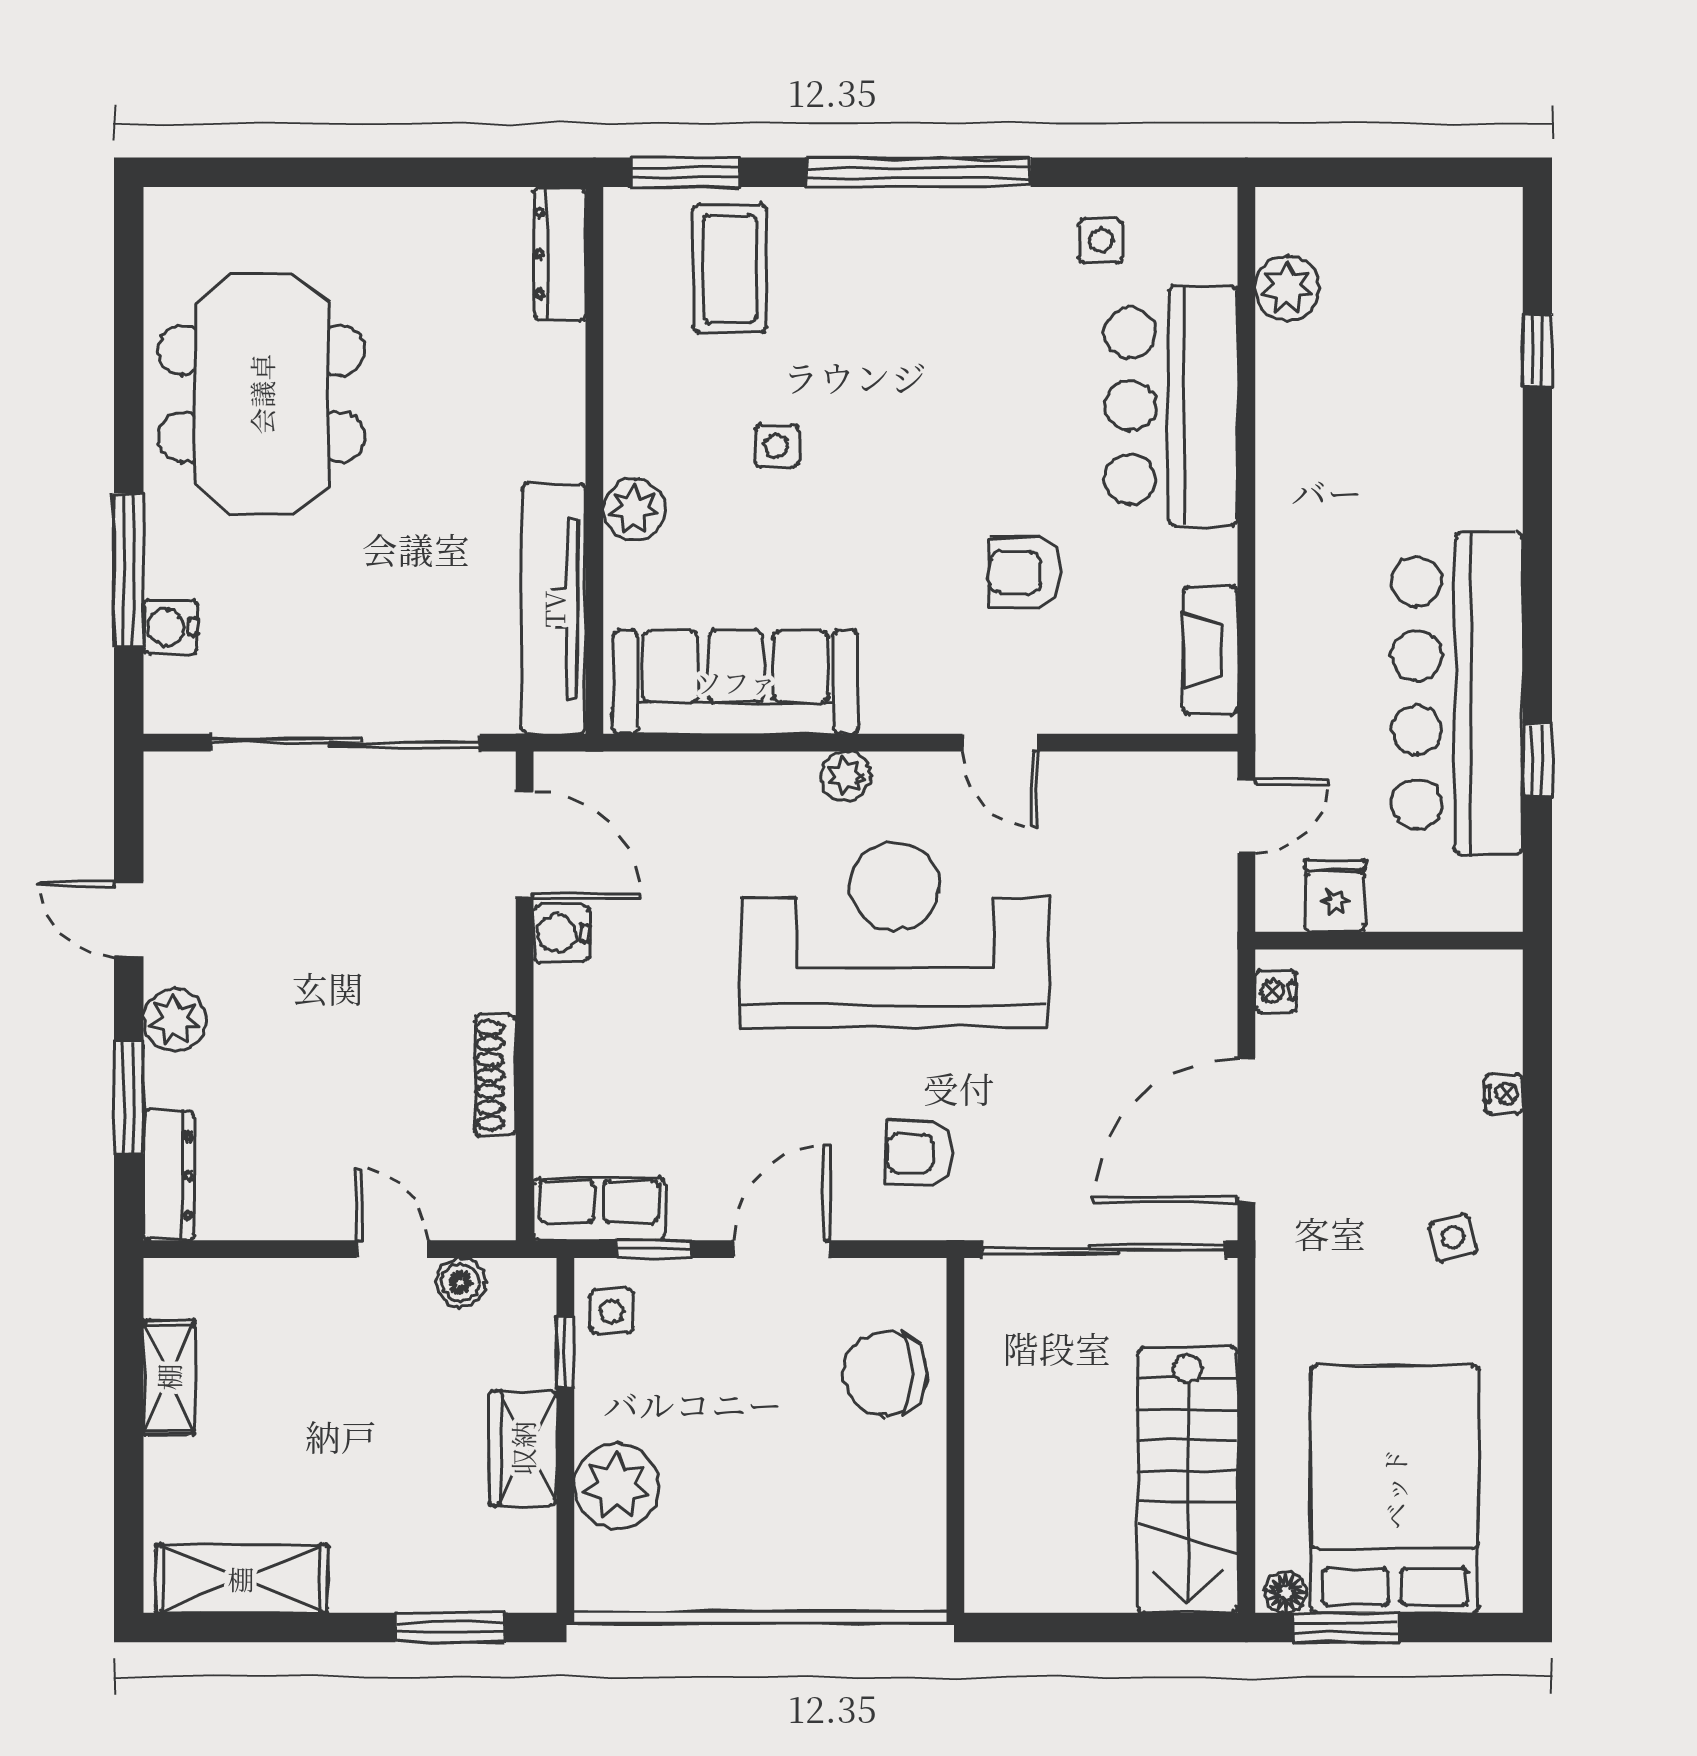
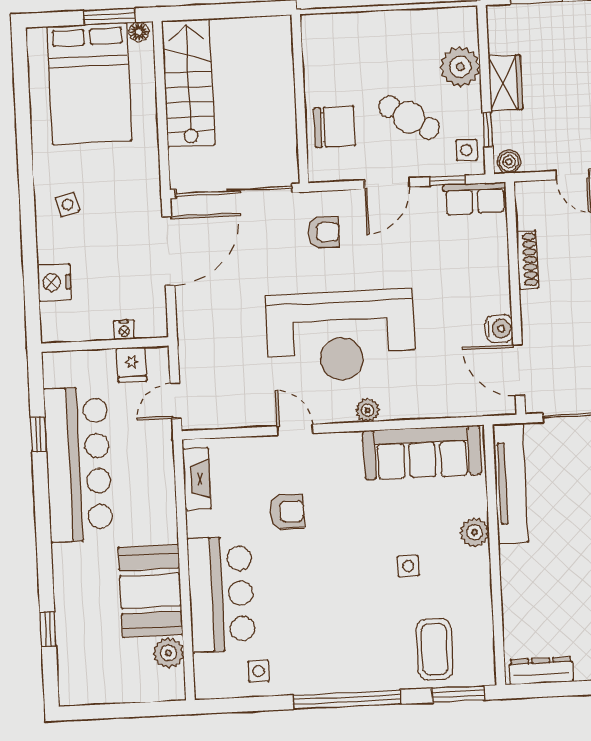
dresser: (560, 253) -> (541, 671), moved, turned -90
booth: (1319, 420) -> (151, 591), added
nightstand: (1275, 991) -> (124, 330), moved, turned 90
nightstand: (1504, 1094) -> (54, 282), width x1.89, depth x1.79
boiler: (460, 1282) -> (509, 162), moved
cafe table: (729, 1385) -> (409, 118), added

